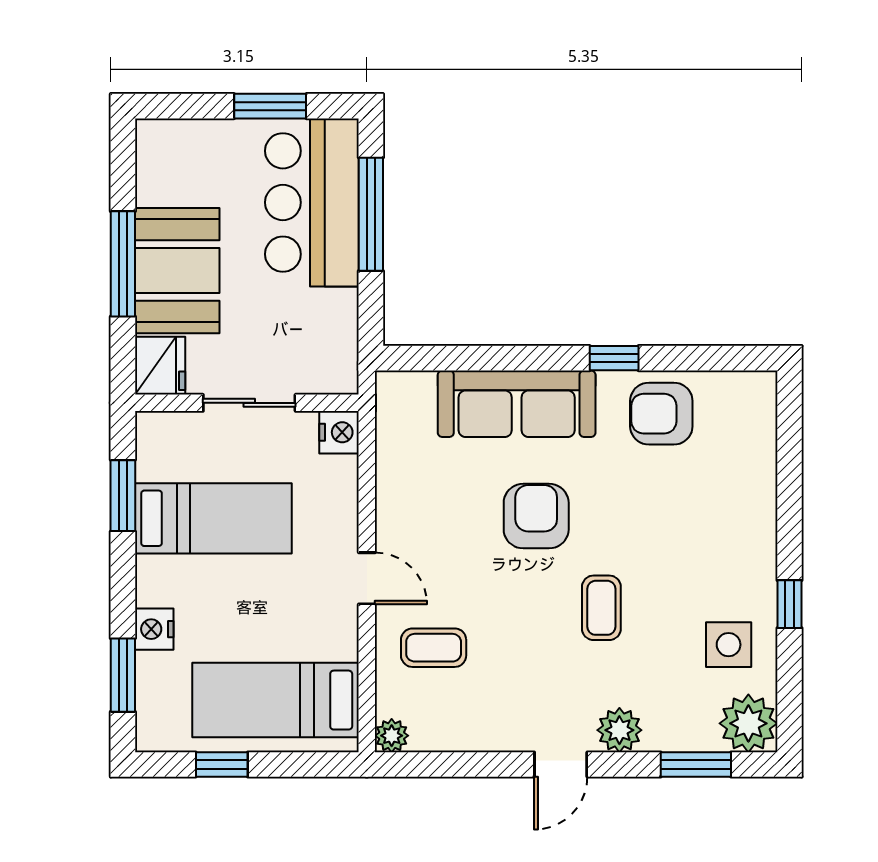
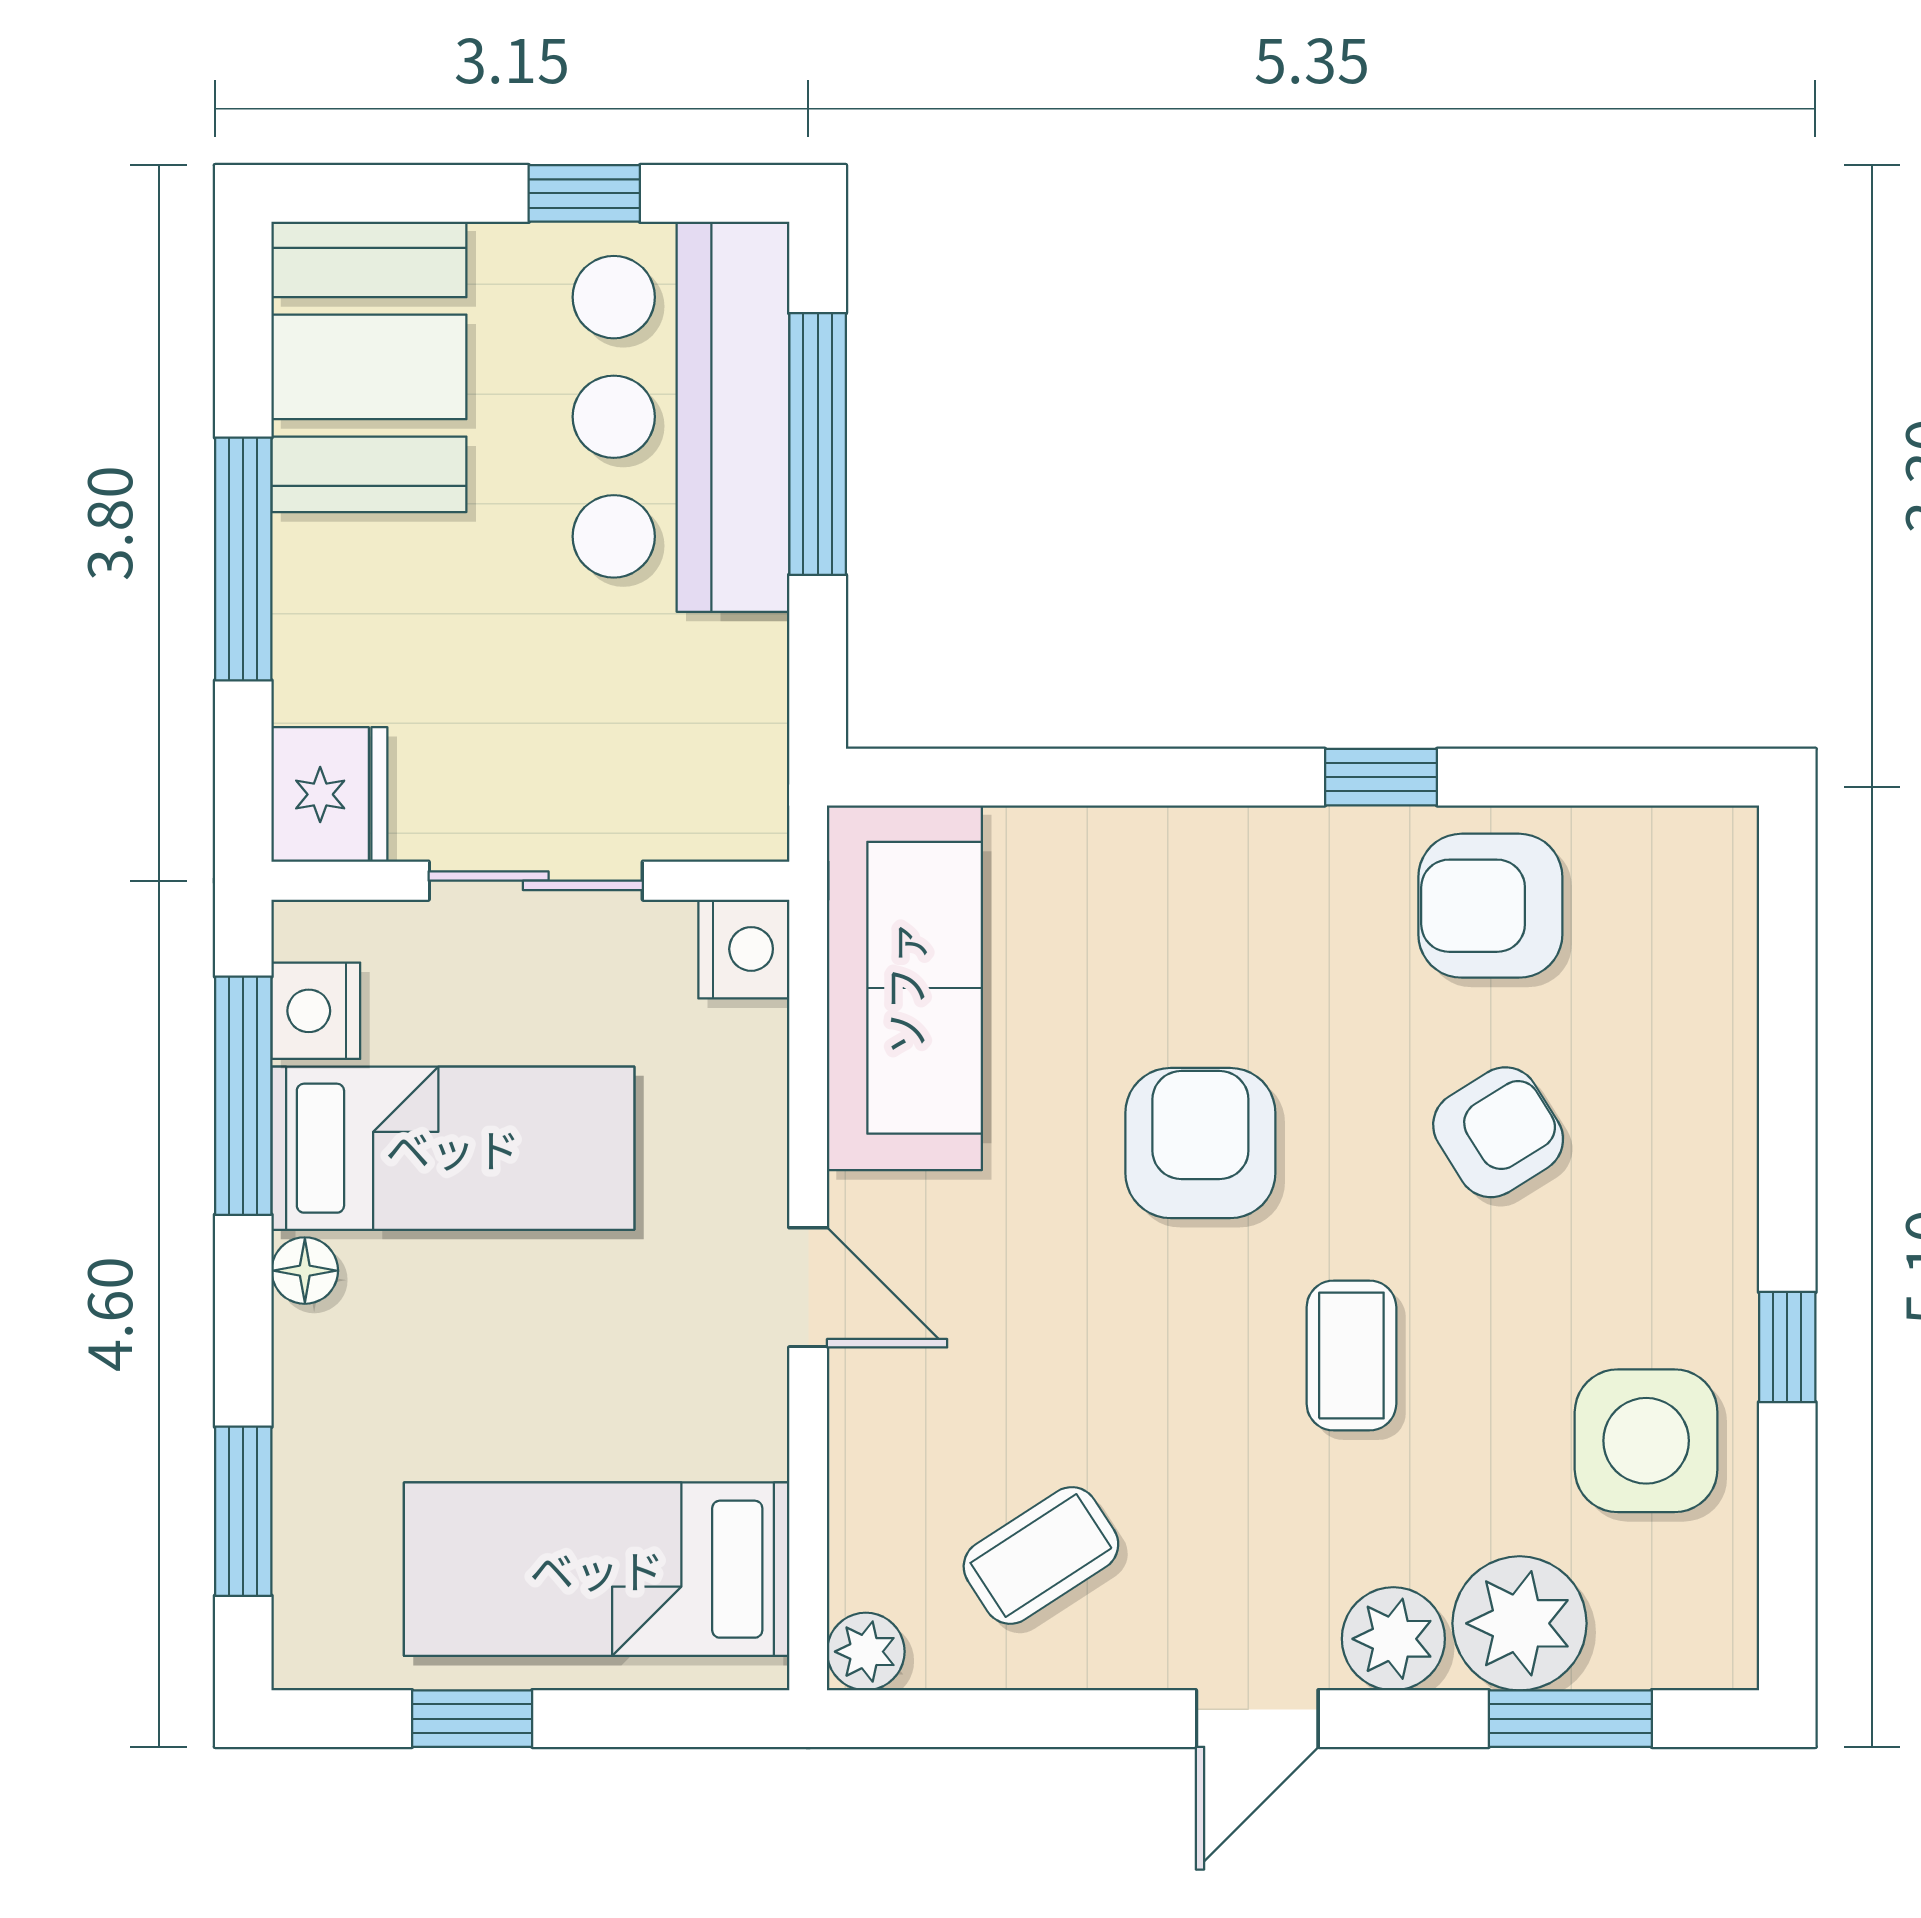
window: (270, 106) -> (584, 193), width x0.67
booth: (177, 271) -> (369, 367), moved
sofa: (517, 404) -> (904, 988), moved, turned -90
window: (123, 496) -> (243, 1096), width x1.44
armchair: (665, 511) -> (1498, 1132), added
floor lamp: (149, 571) -> (305, 1271), added
nightstand: (154, 629) -> (316, 1011), moved
side table: (729, 645) -> (1646, 1441), width x1.37, depth x1.37
coffee table: (434, 648) -> (1041, 1555), moved, turned -33
plant: (748, 723) -> (1520, 1623), moved

